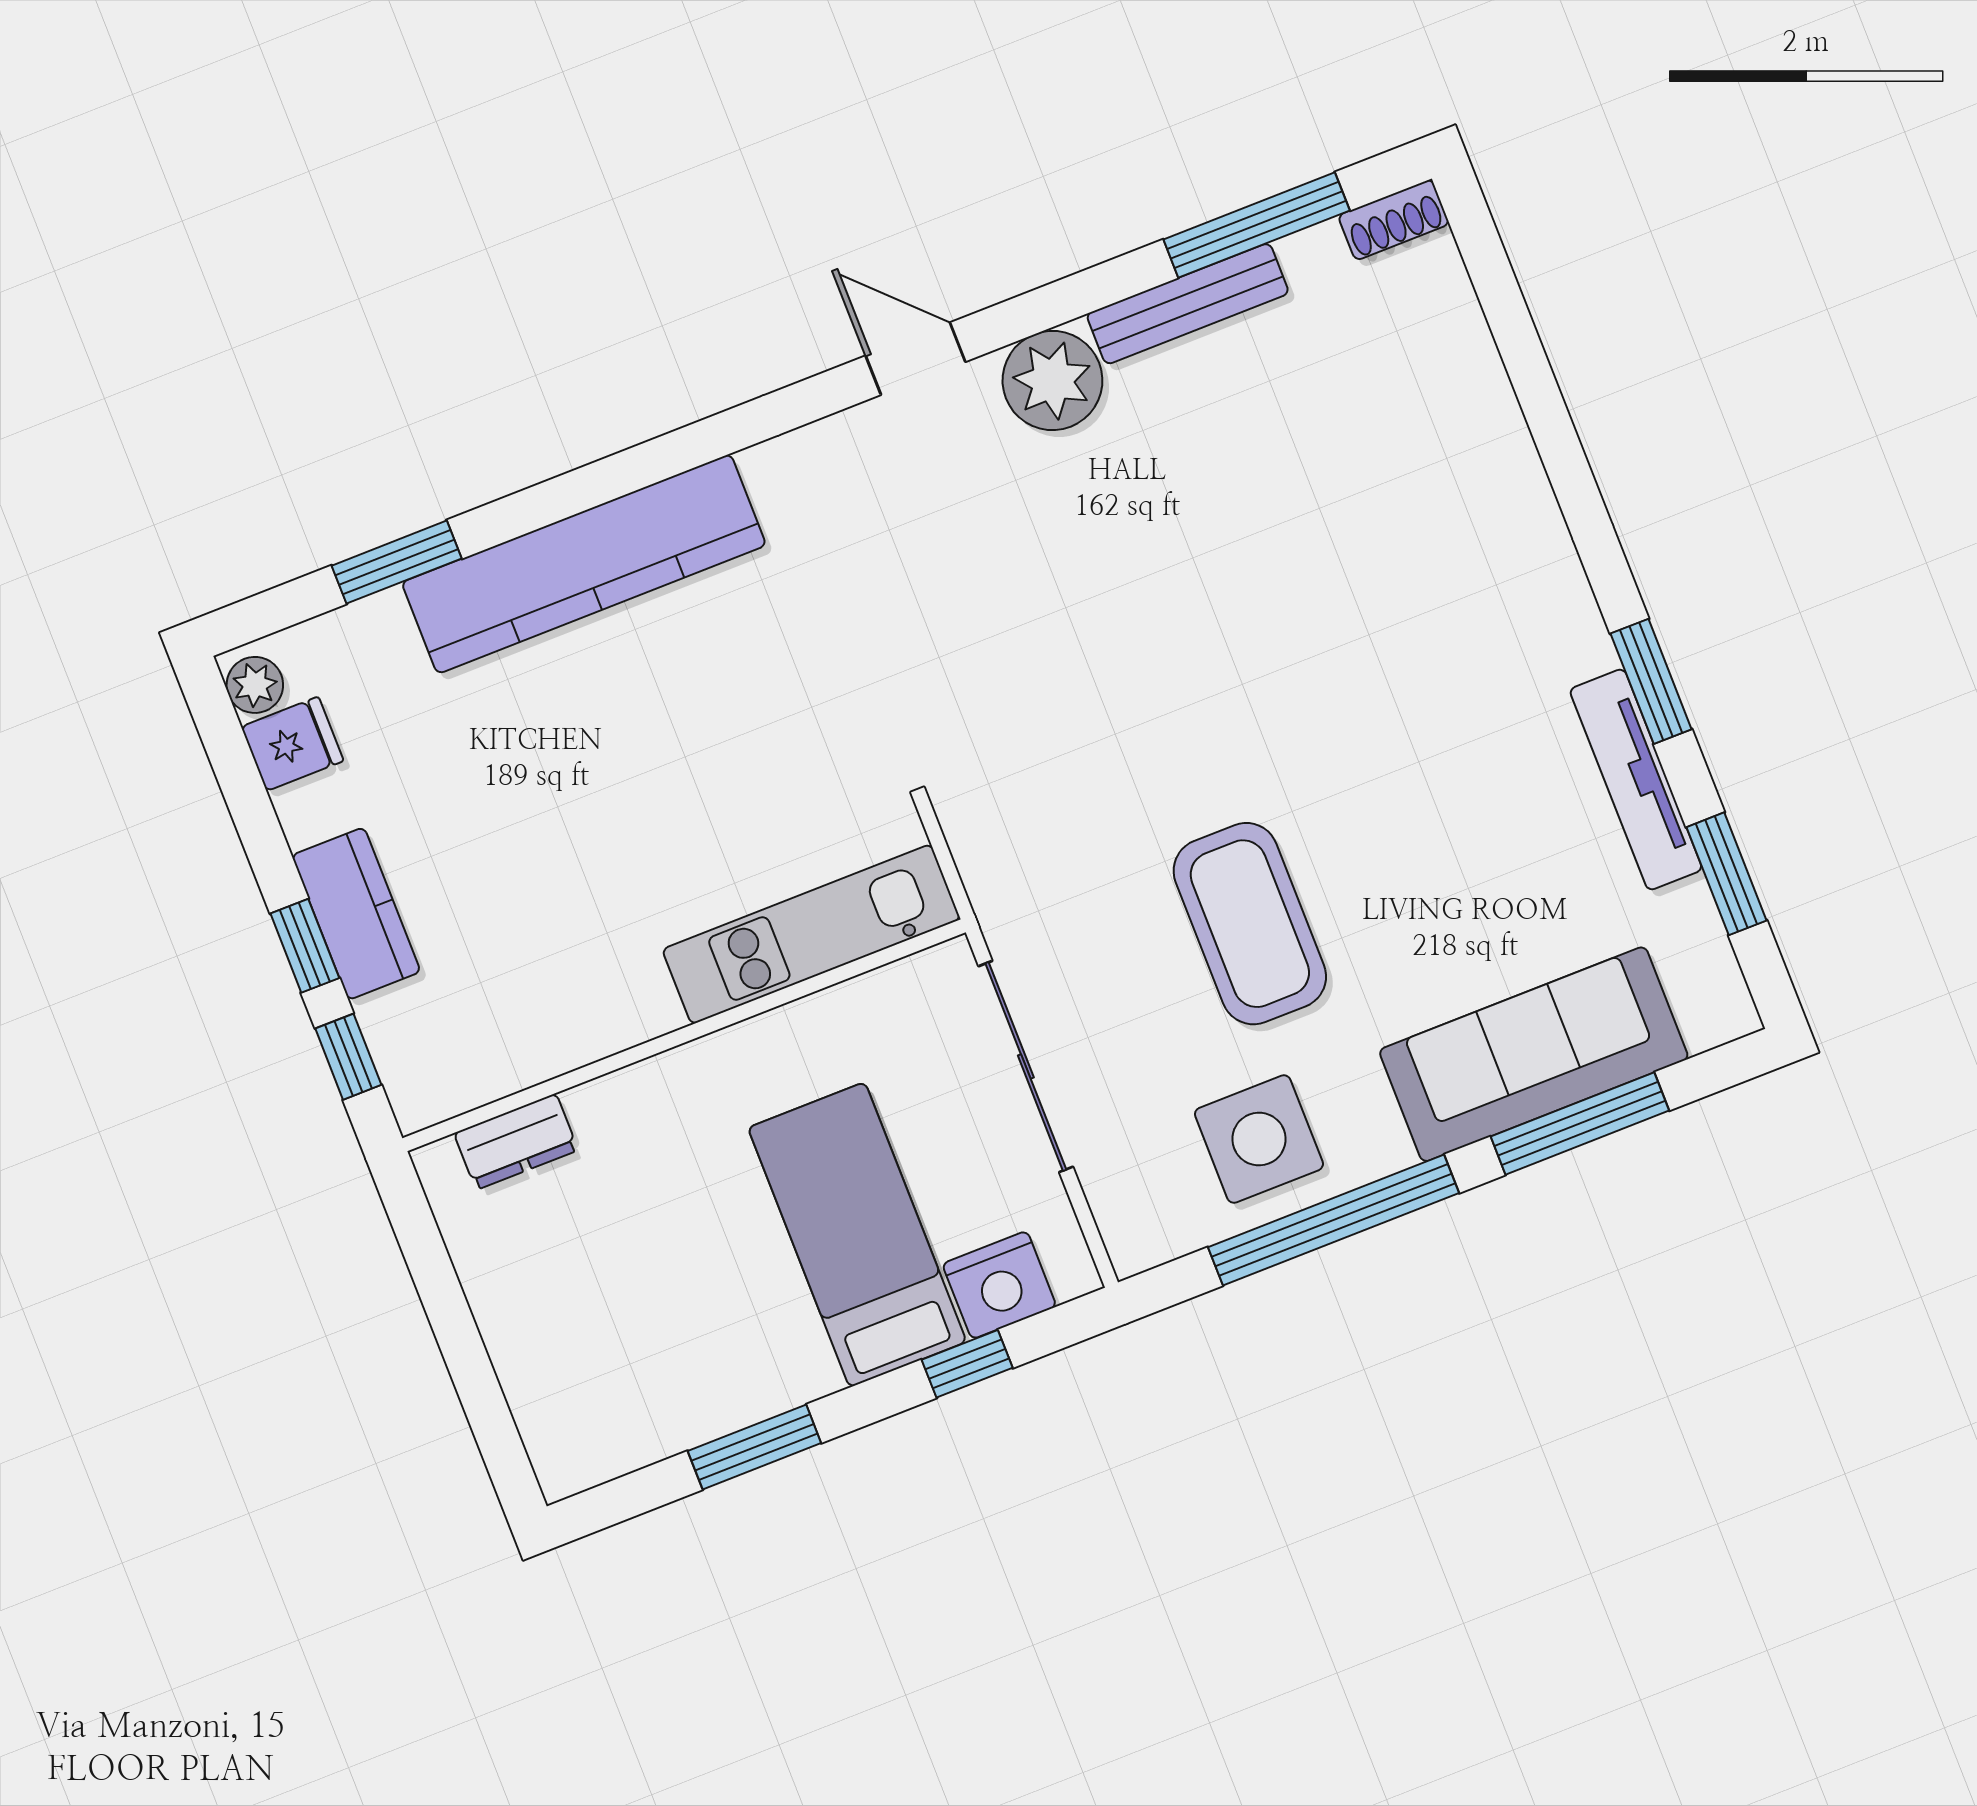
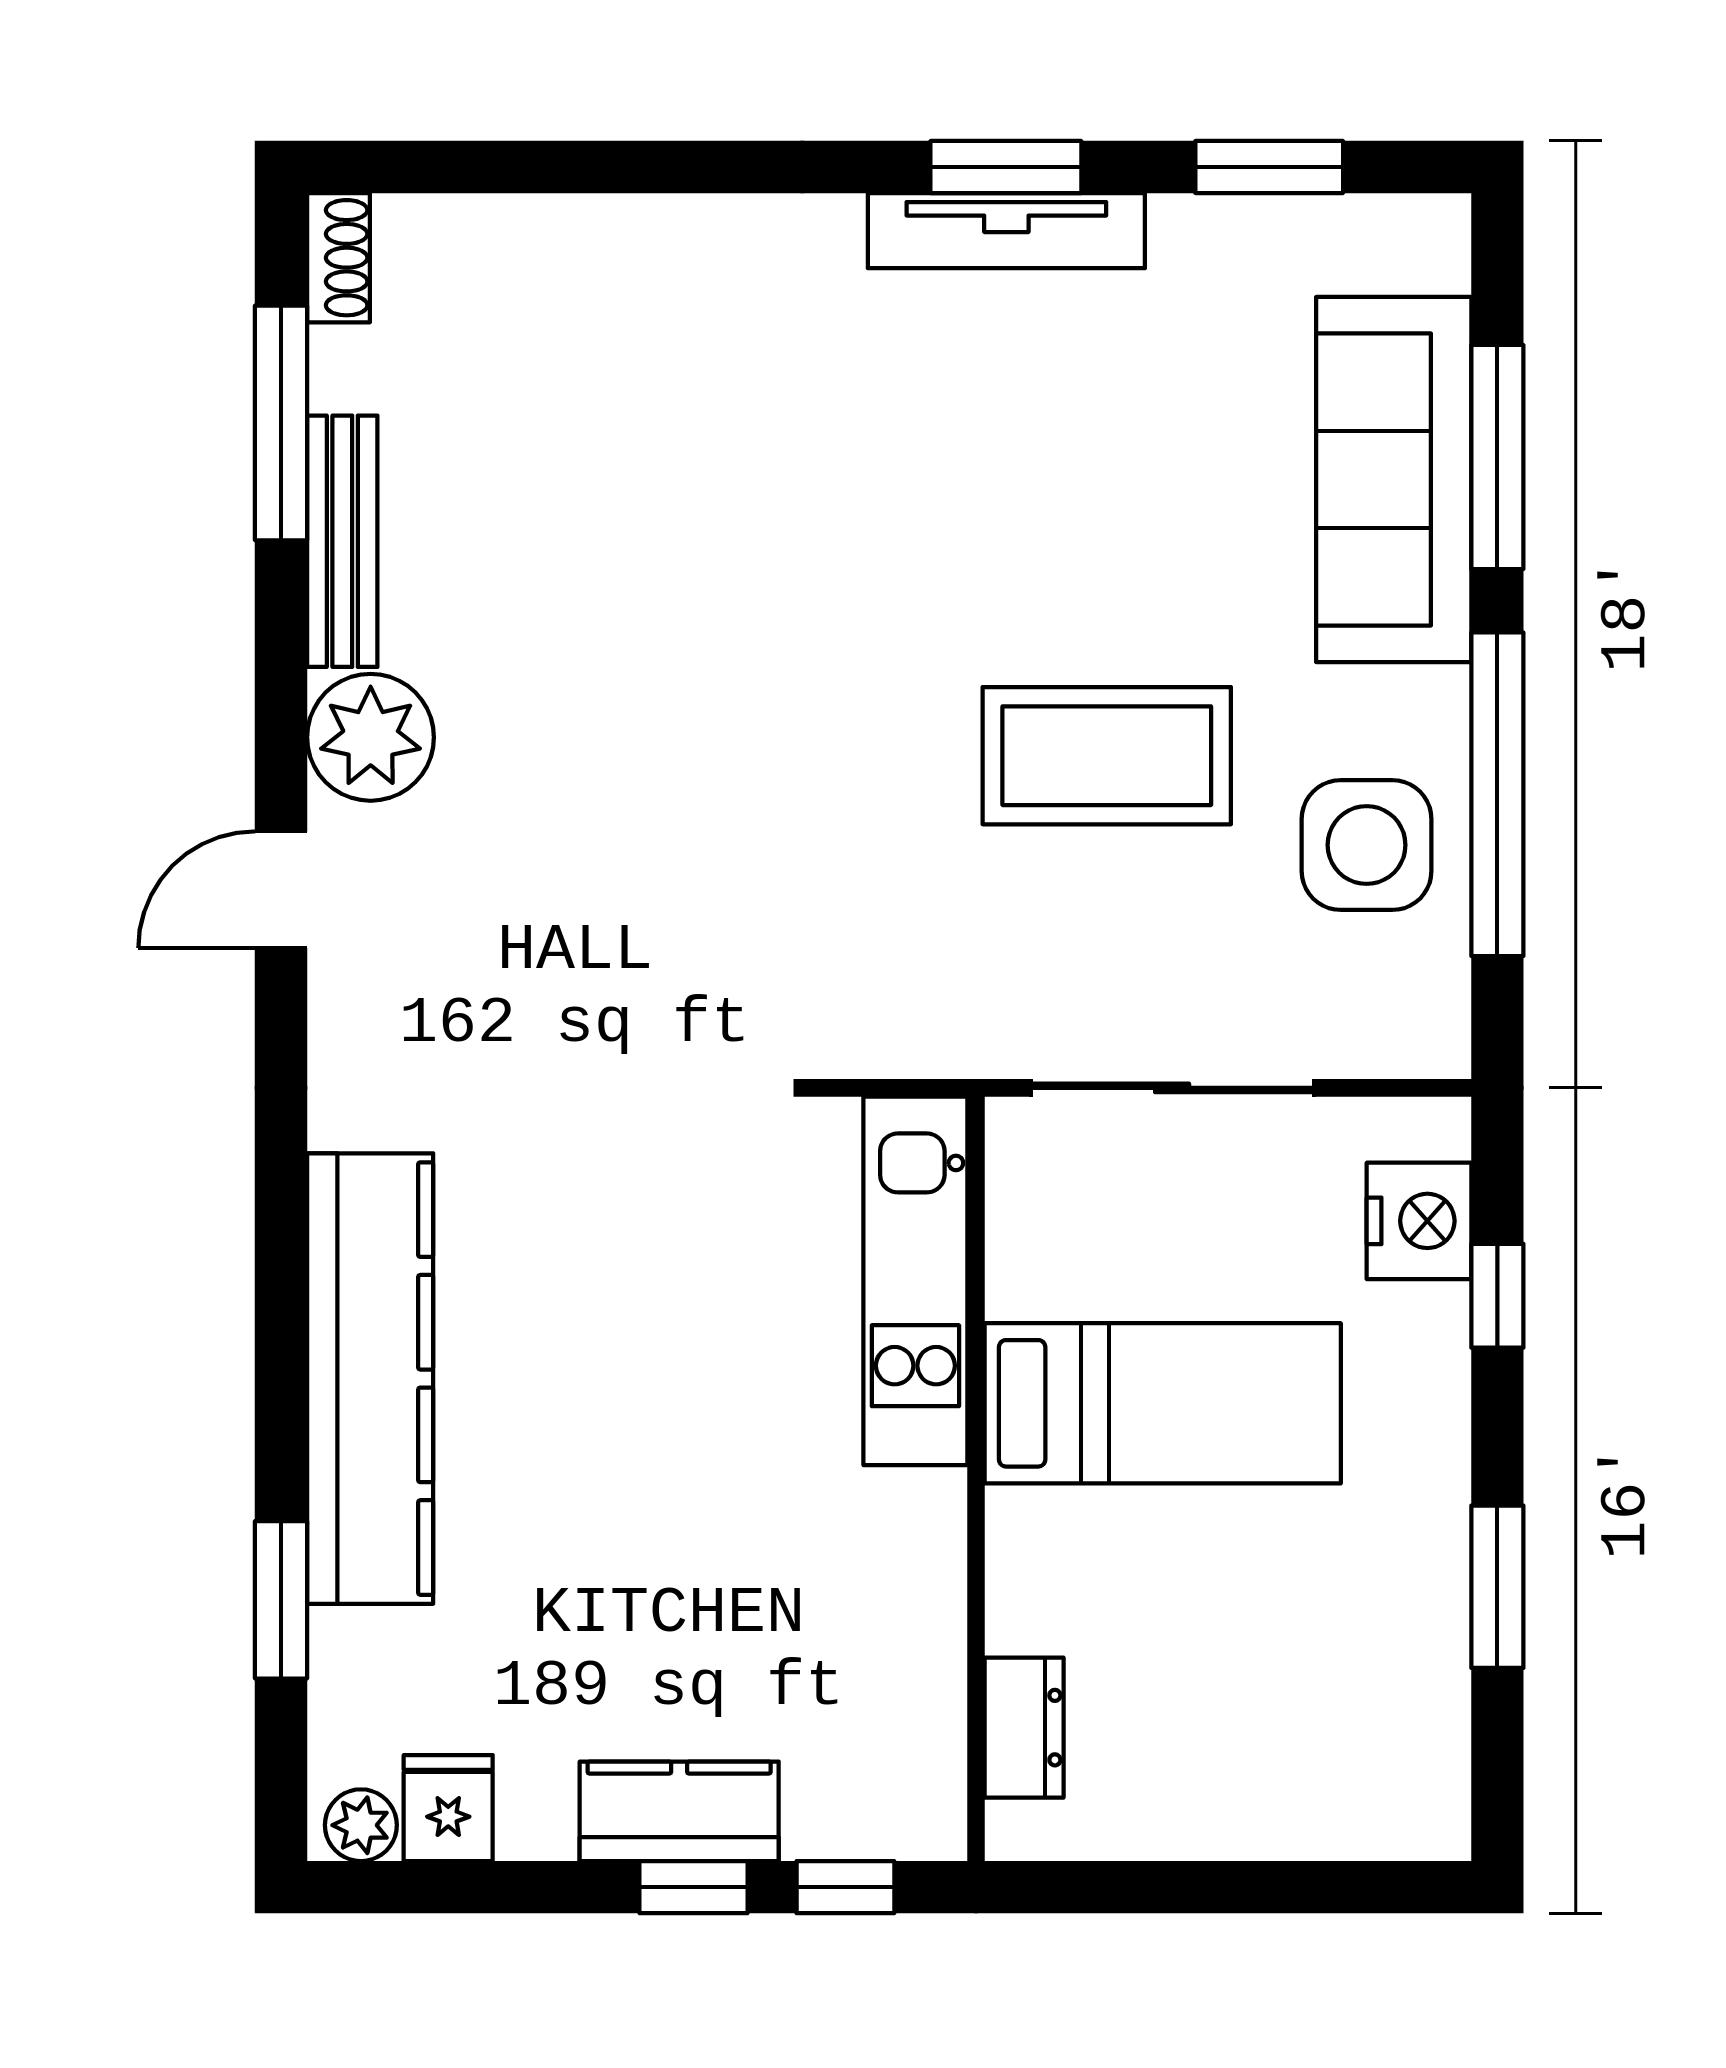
tv unit: (1636, 780) -> (1006, 231), moved
bed: (857, 1235) -> (1163, 1403), moved, turned 180

